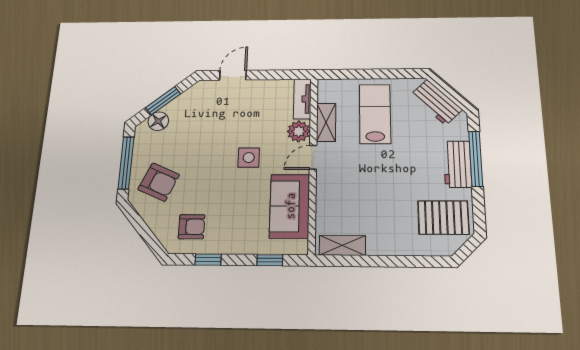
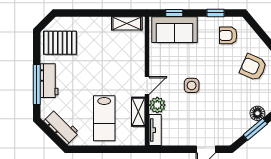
sofa: (290, 206) -> (174, 30), moved, turned 90

